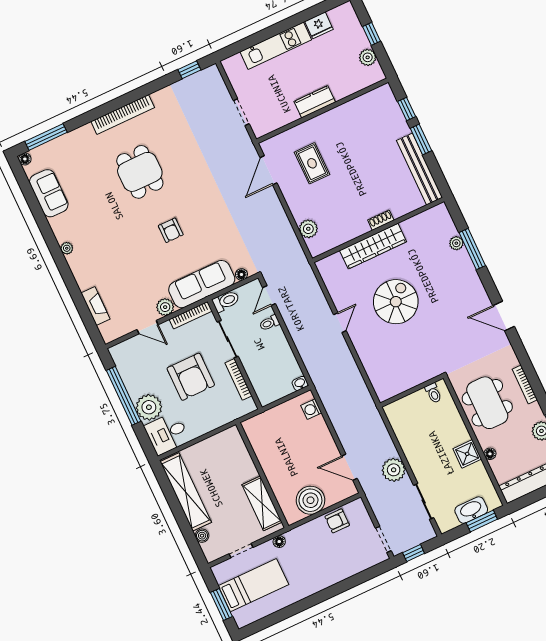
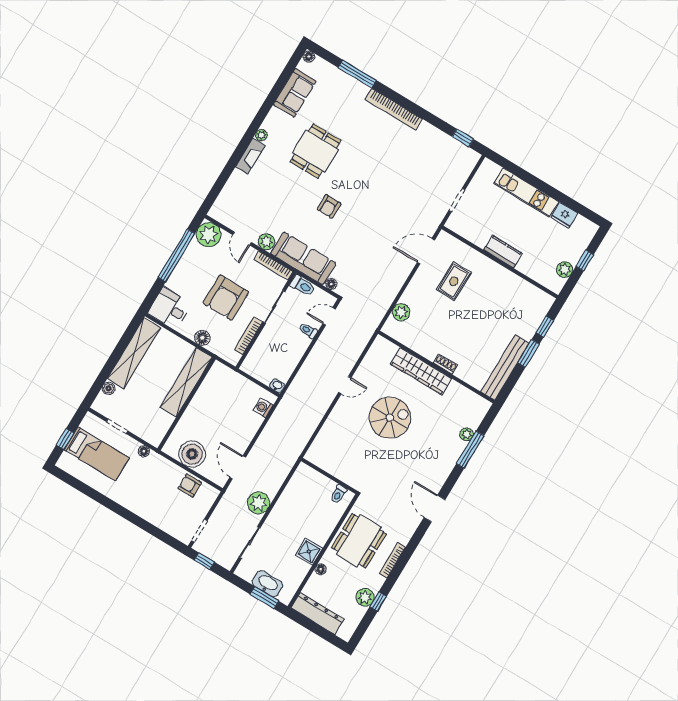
window: (46, 137) -> (357, 74), moved
dining table: (140, 172) -> (316, 151), moved
fireplace: (96, 306) -> (250, 156), moved
plant: (149, 407) -> (209, 235), moved
floor lamp: (213, 422) -> (202, 338), added
shelving: (262, 503) -> (186, 382), moved, width x1.47
window: (221, 604) -> (65, 439), width x0.67

